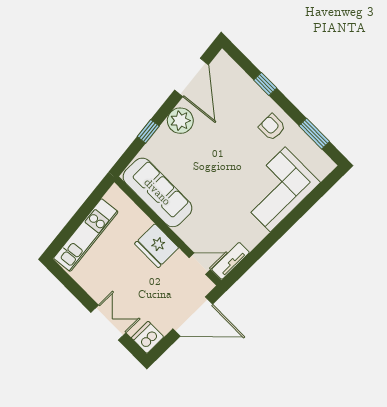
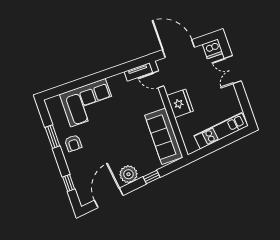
window: (265, 84) -> (69, 183), moved
window: (314, 134) -> (52, 137), moved

